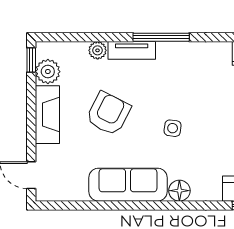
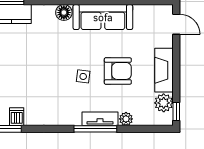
window: (161, 37) -> (95, 129), moved
armchair: (108, 114) -> (118, 71), turned -117
side table: (173, 128) -> (83, 76), moved

